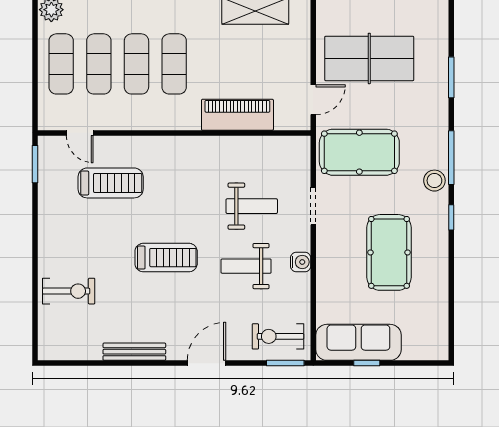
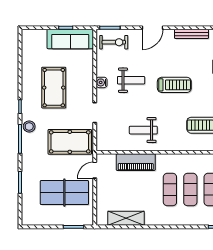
weight bench: (252, 206) -> (143, 130), moved
treadmill: (166, 258) -> (174, 85), turned 180

